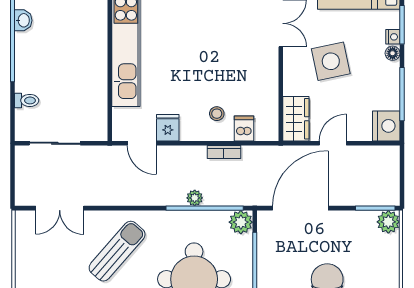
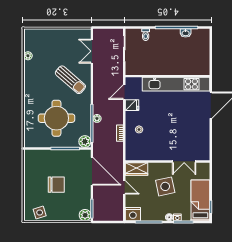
dishwasher: (244, 128) -> (132, 143), removed

